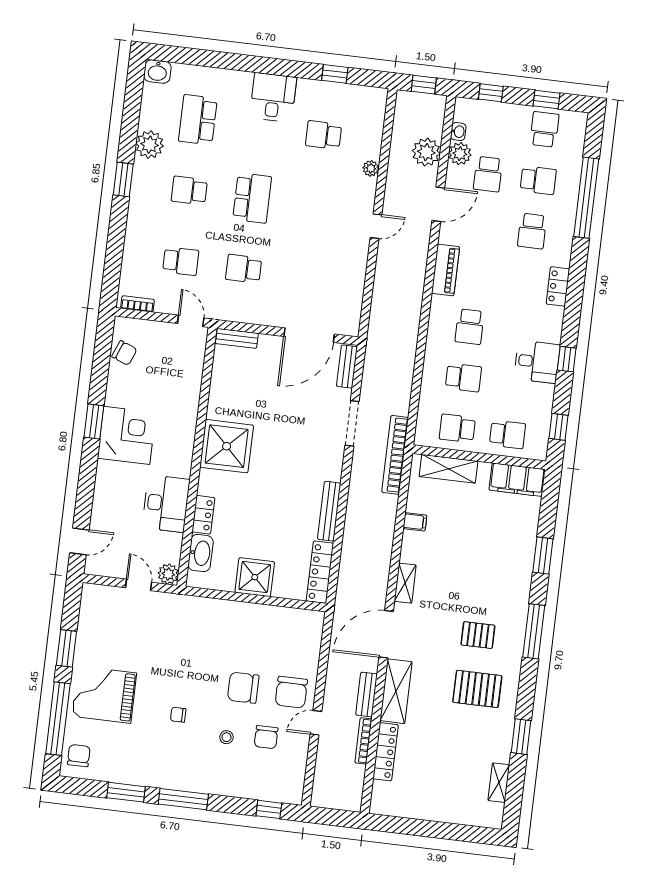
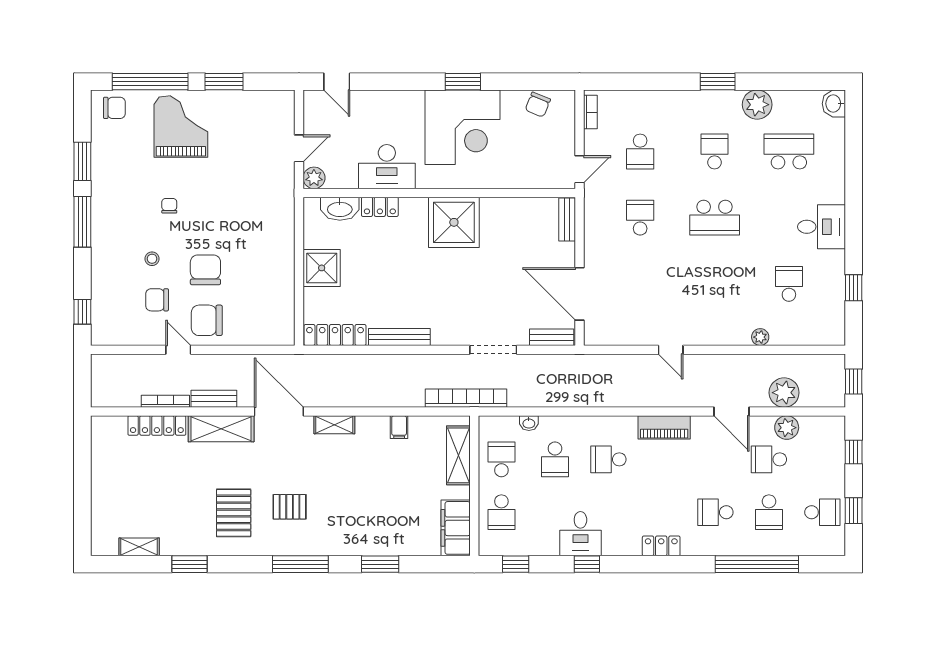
washbasin: (458, 132) -> (529, 423), moved
door: (376, 226) -> (671, 350), moved
corner desk: (127, 435) -> (463, 127), width x1.36, depth x1.36
pallet: (478, 635) -> (290, 507), turned 90

